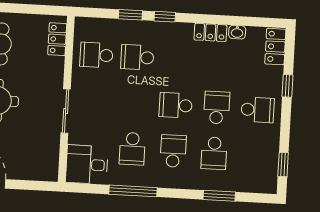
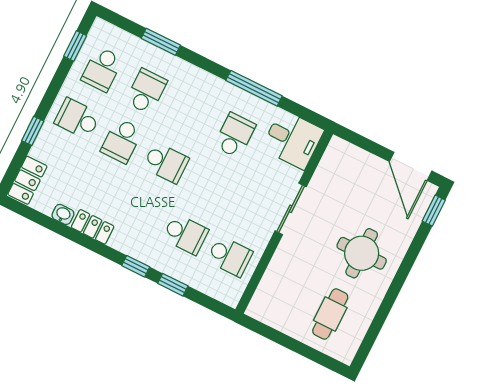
locker: (57, 39) -> (266, 293), removed
school desk: (173, 151) -> (102, 69), moved

